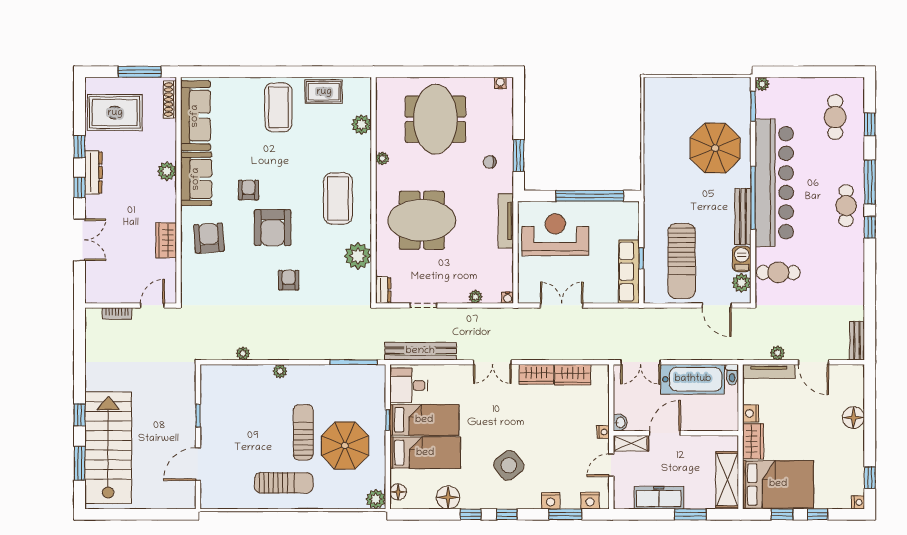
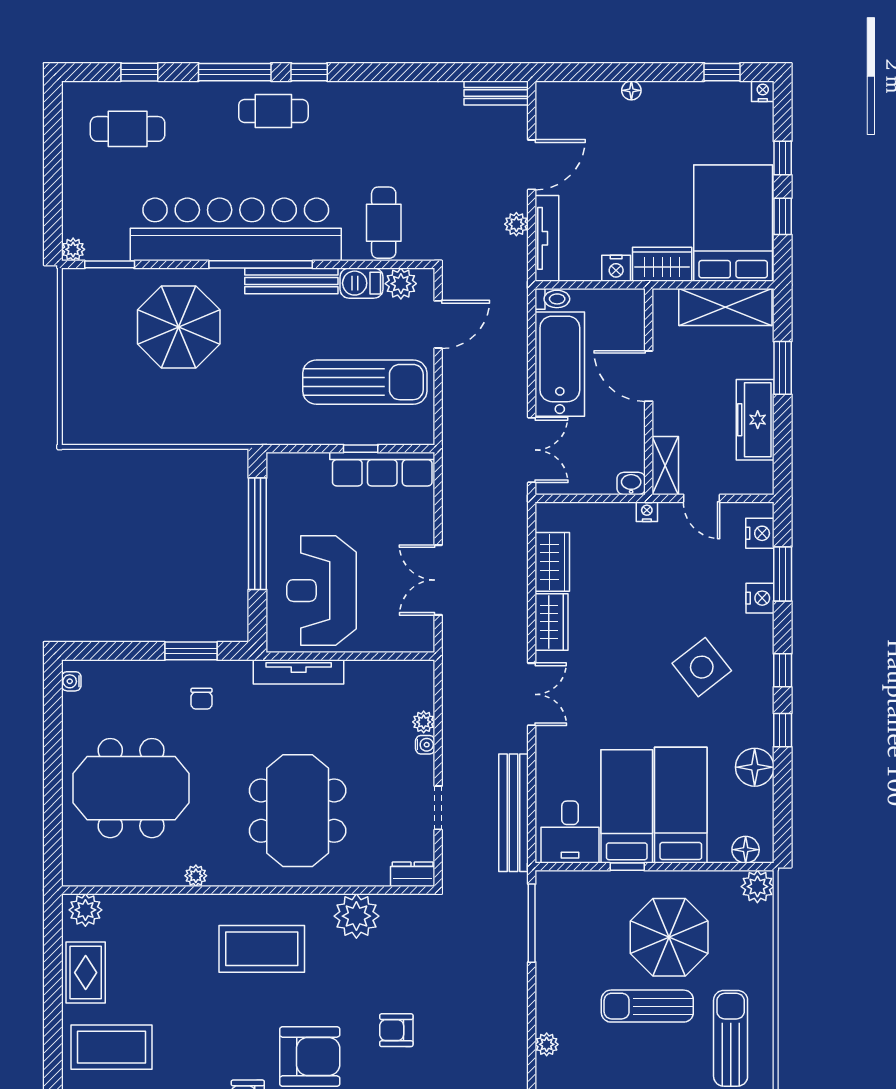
plant: (361, 124) -> (85, 910), moved
water cooler: (508, 298) -> (425, 745), moved
floor lamp: (853, 418) -> (631, 90), width x0.53, depth x0.53
door: (665, 433) -> (649, 376), moved

